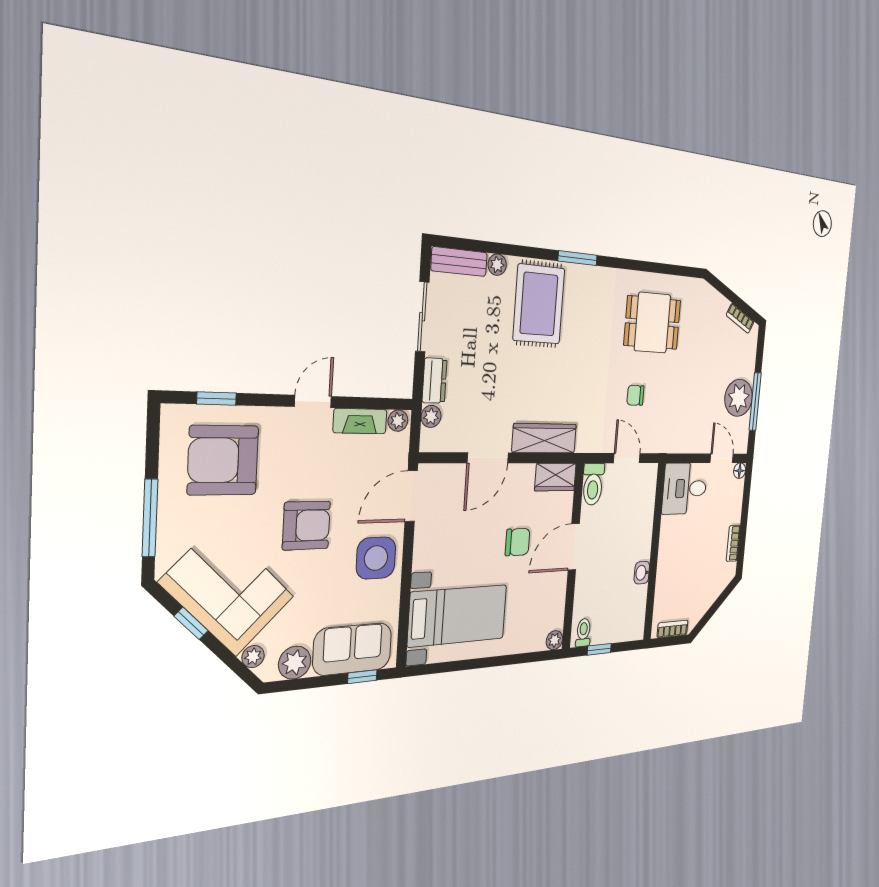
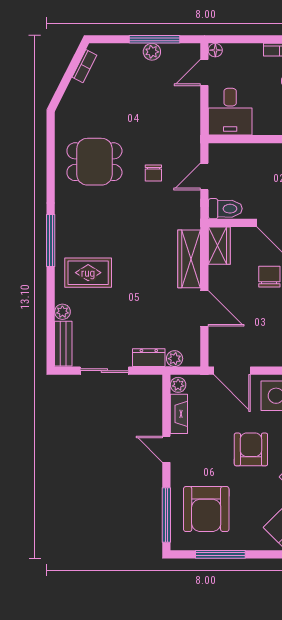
window: (578, 258) -> (51, 240), width x1.44
rug: (539, 304) -> (88, 273), width x0.73, depth x0.70
dining table: (652, 323) -> (94, 162), turned 90
plant: (739, 398) -> (152, 52), width x0.53, depth x0.53
window: (216, 399) -> (166, 515), width x2.17
window: (150, 518) -> (220, 554), moved

